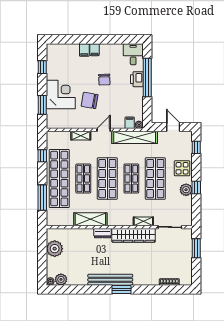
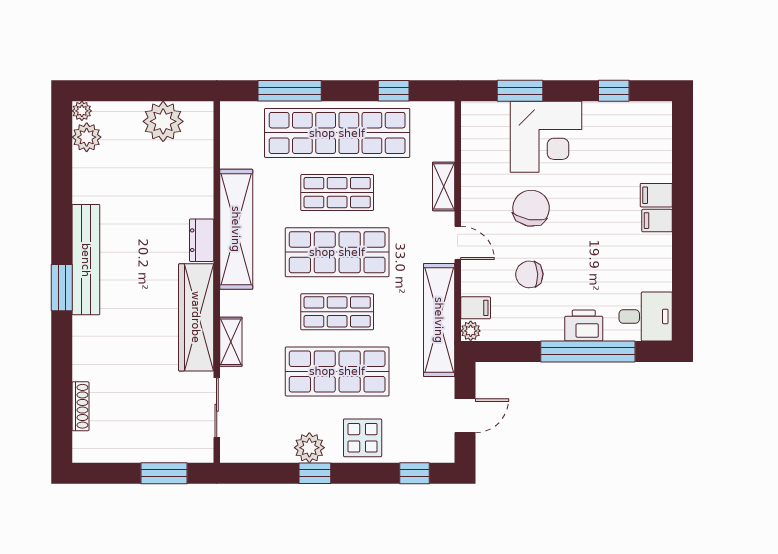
chair: (104, 80) -> (529, 274), moved
shelving: (90, 219) -> (236, 229), width x1.47

